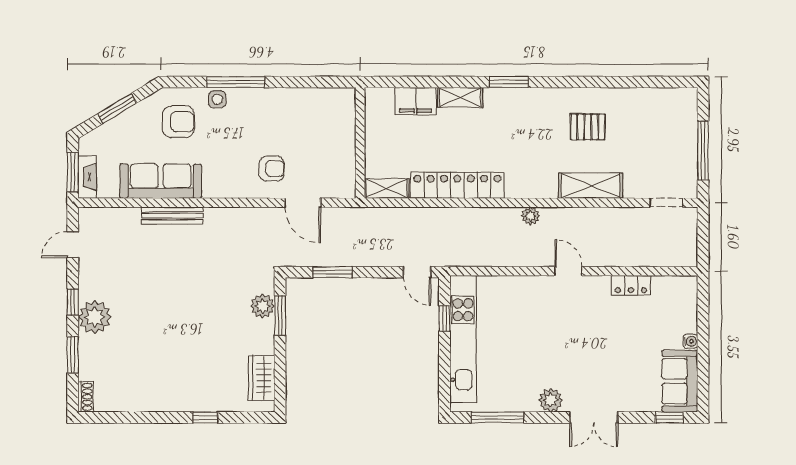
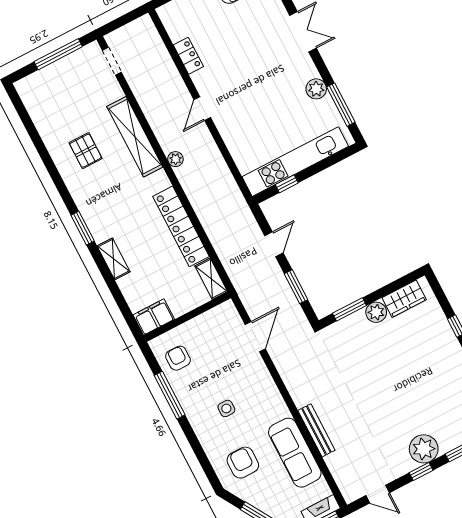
window: (236, 82) -> (170, 395), moved
side table: (217, 99) -> (226, 408), moved
filing cabinet: (416, 101) -> (154, 317), moved, turned -90
armchair: (272, 169) -> (178, 358), moved
shelving: (591, 186) -> (135, 137), width x1.47
door: (417, 272) -> (274, 244), moved
plant: (263, 306) -> (376, 312), moved
plant: (551, 400) -> (316, 89), moved

